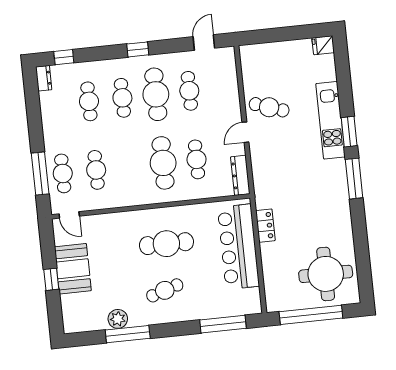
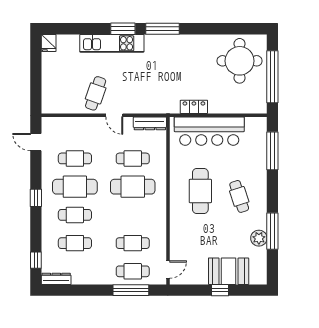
dresser: (44, 78) -> (56, 279), width x1.44
booth: (73, 269) -> (229, 271), moved

